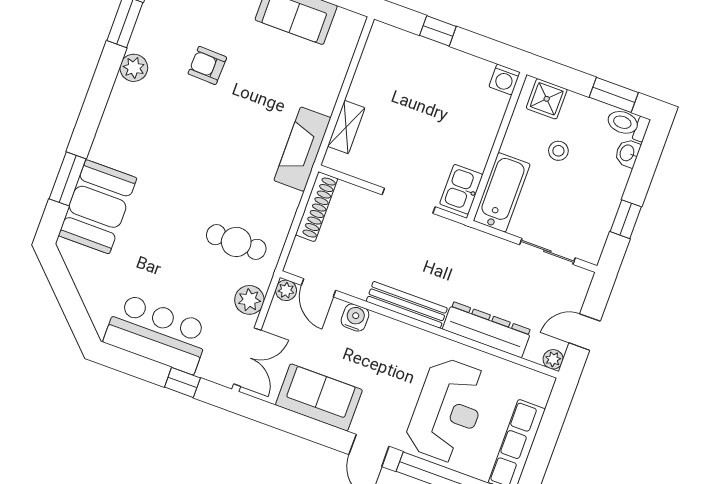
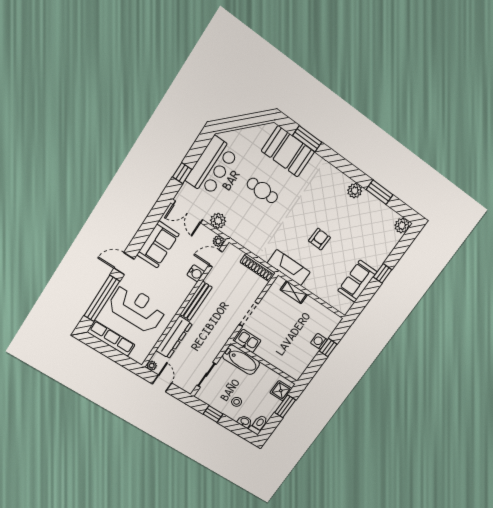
armchair: (207, 65) -> (319, 239), moved
washing machine: (505, 79) -> (319, 341), moved
window: (614, 95) -> (285, 406), moved
stool: (558, 151) -> (237, 402), moved
cafe table: (236, 242) -> (262, 190), moved, turned 90
reception desk: (447, 410) -> (137, 308), turned 180

